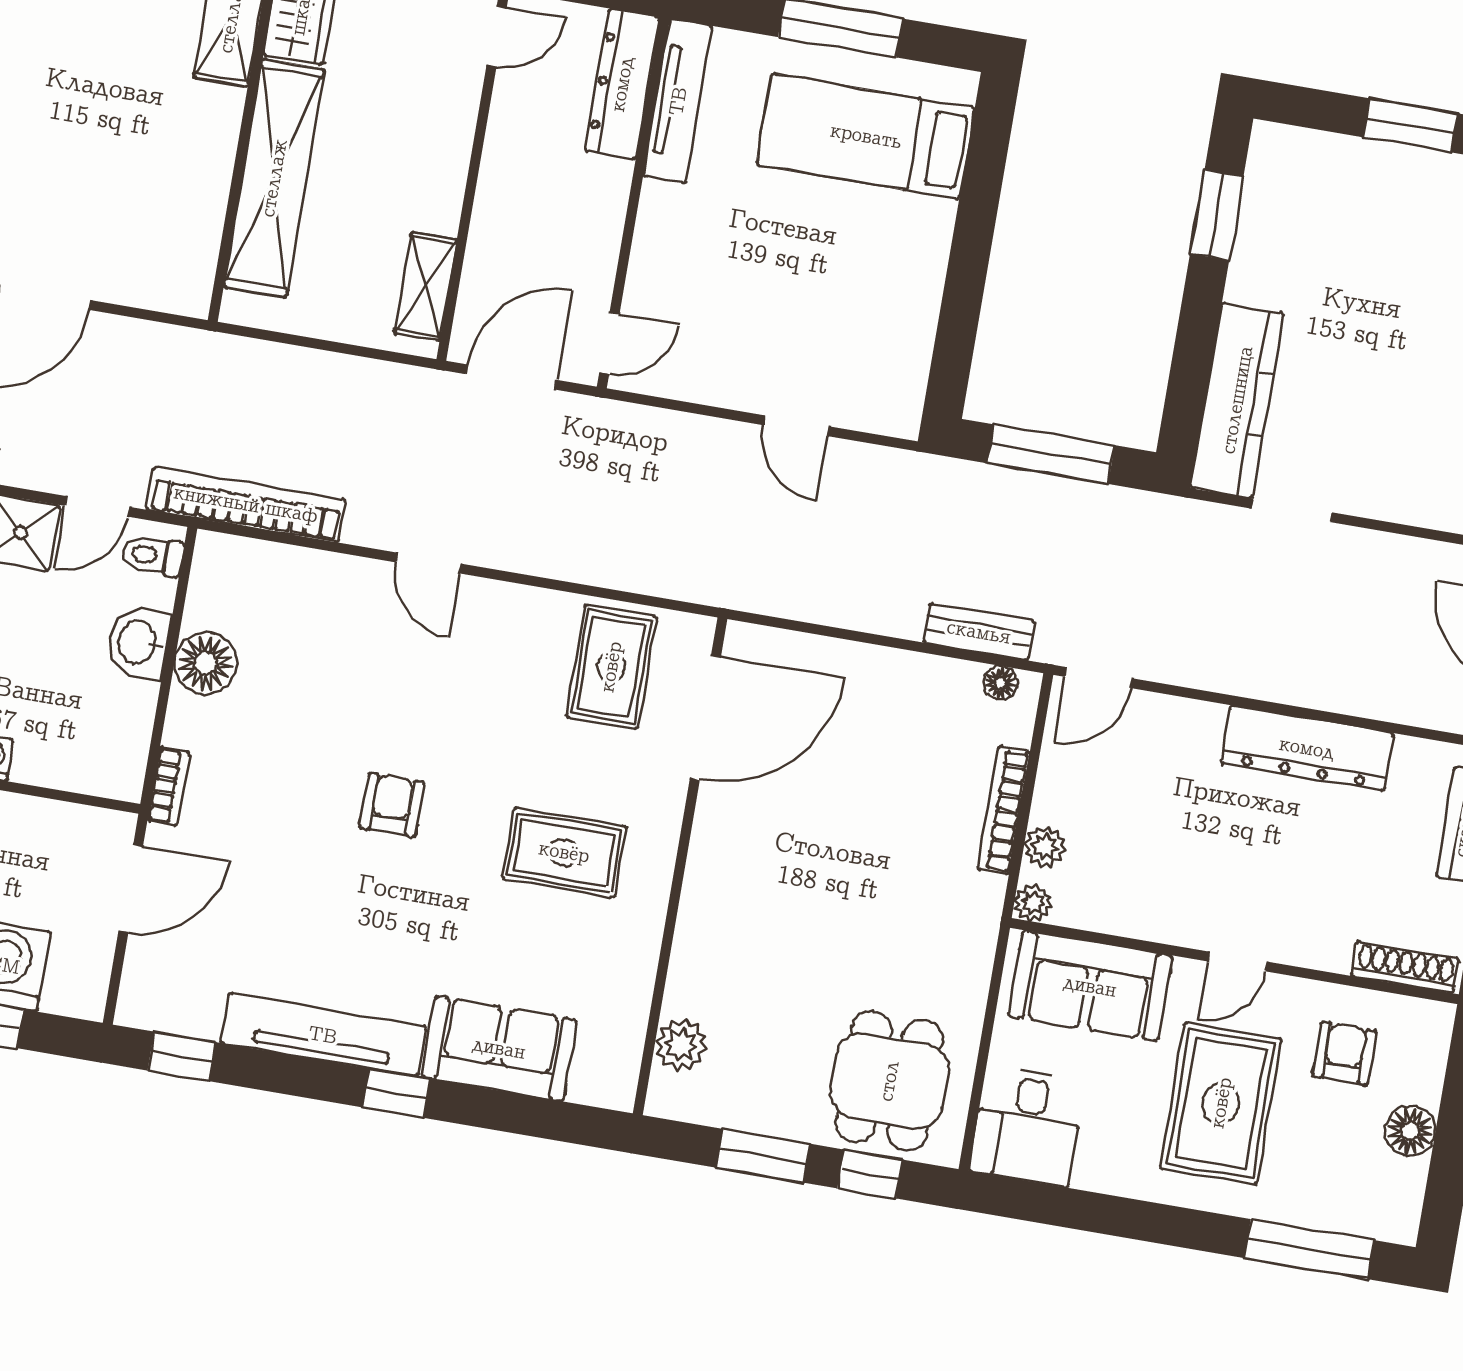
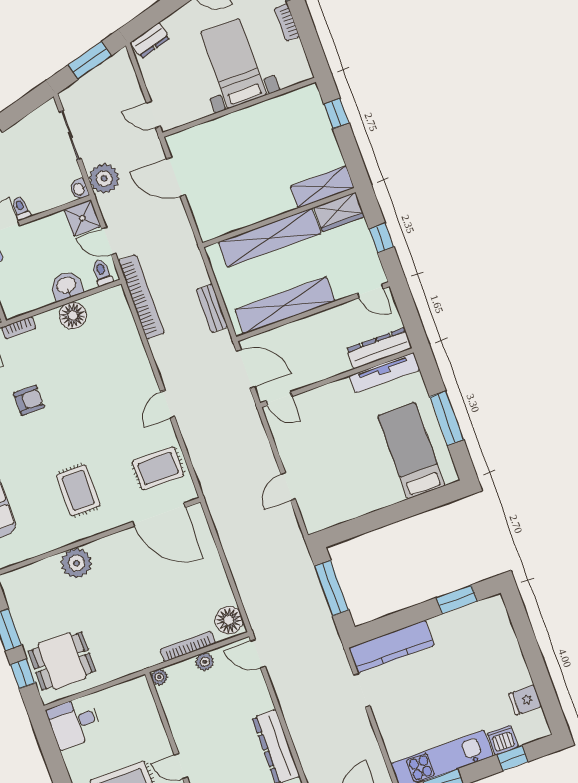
window: (1411, 125) -> (532, 653), removed
shelving: (426, 286) -> (285, 305), width x2.20, depth x1.33
door: (428, 563) -> (168, 404), moved
bench: (979, 632) -> (212, 308), moved
floor lamp: (1001, 683) -> (229, 620), width x1.89, depth x1.89
armchair: (392, 805) -> (29, 400), moved
plant: (1045, 847) -> (205, 662), moved
sofa: (1090, 986) -> (140, 716), removed
plant: (681, 1045) -> (76, 563), moved, width x1.36, depth x1.36

